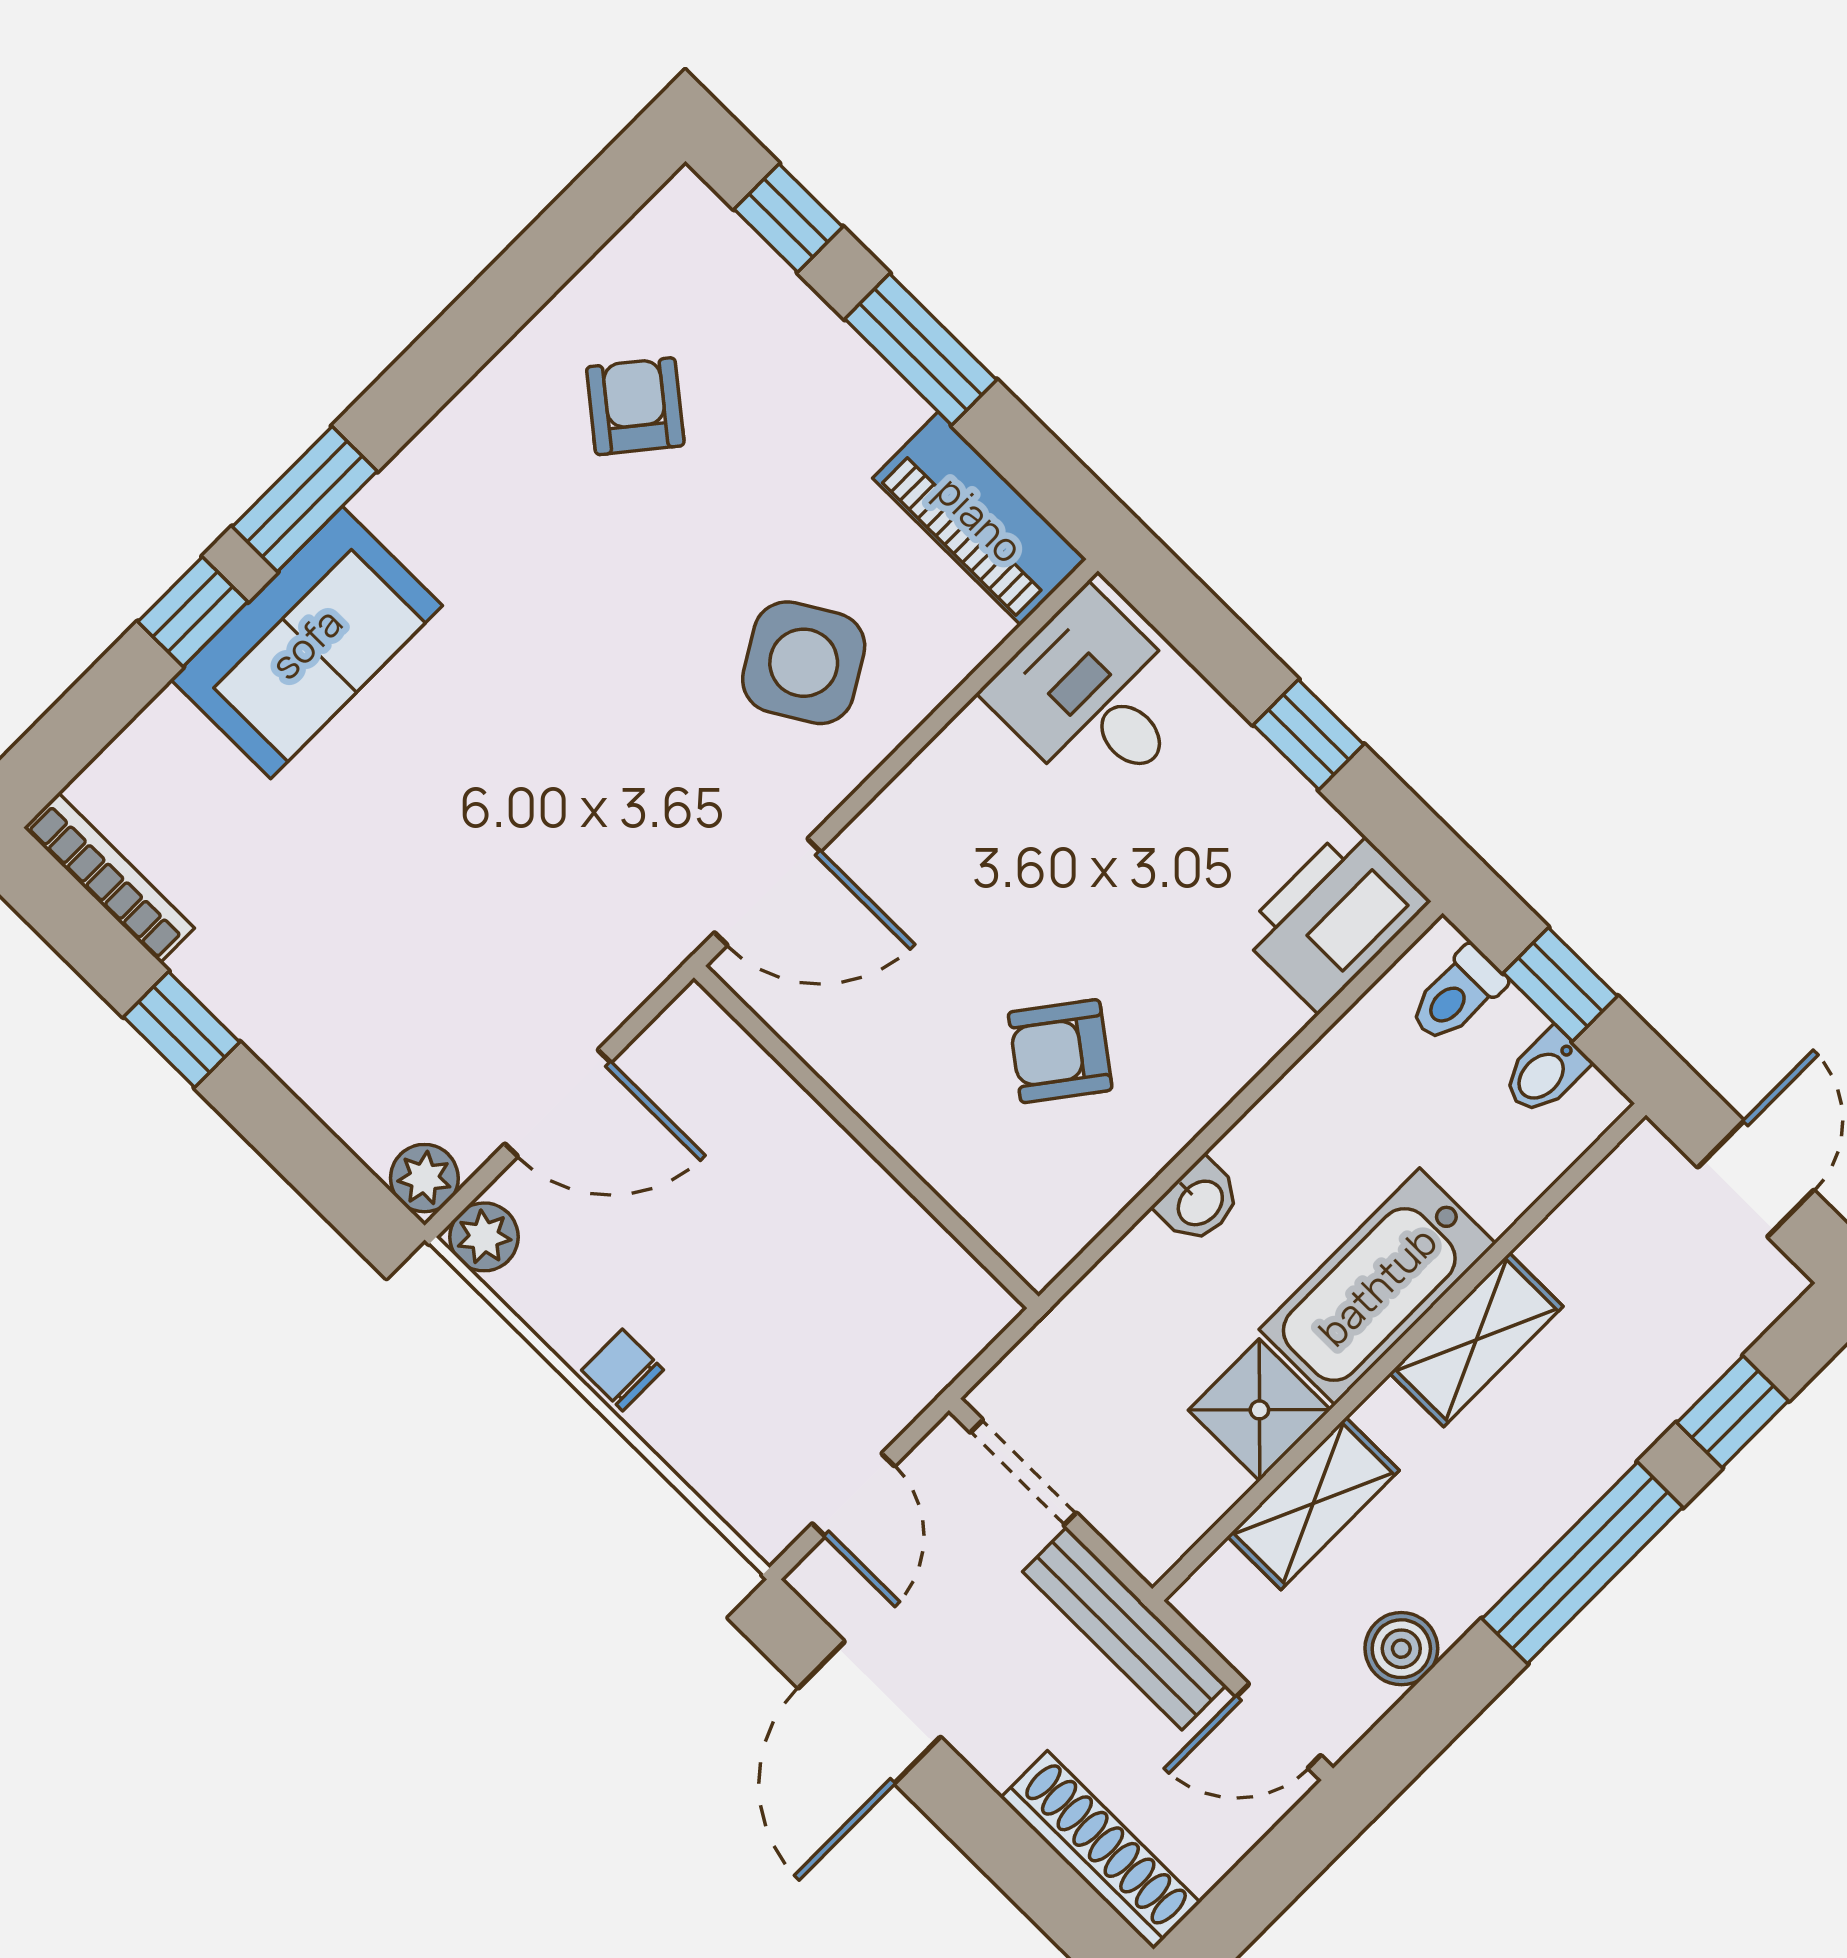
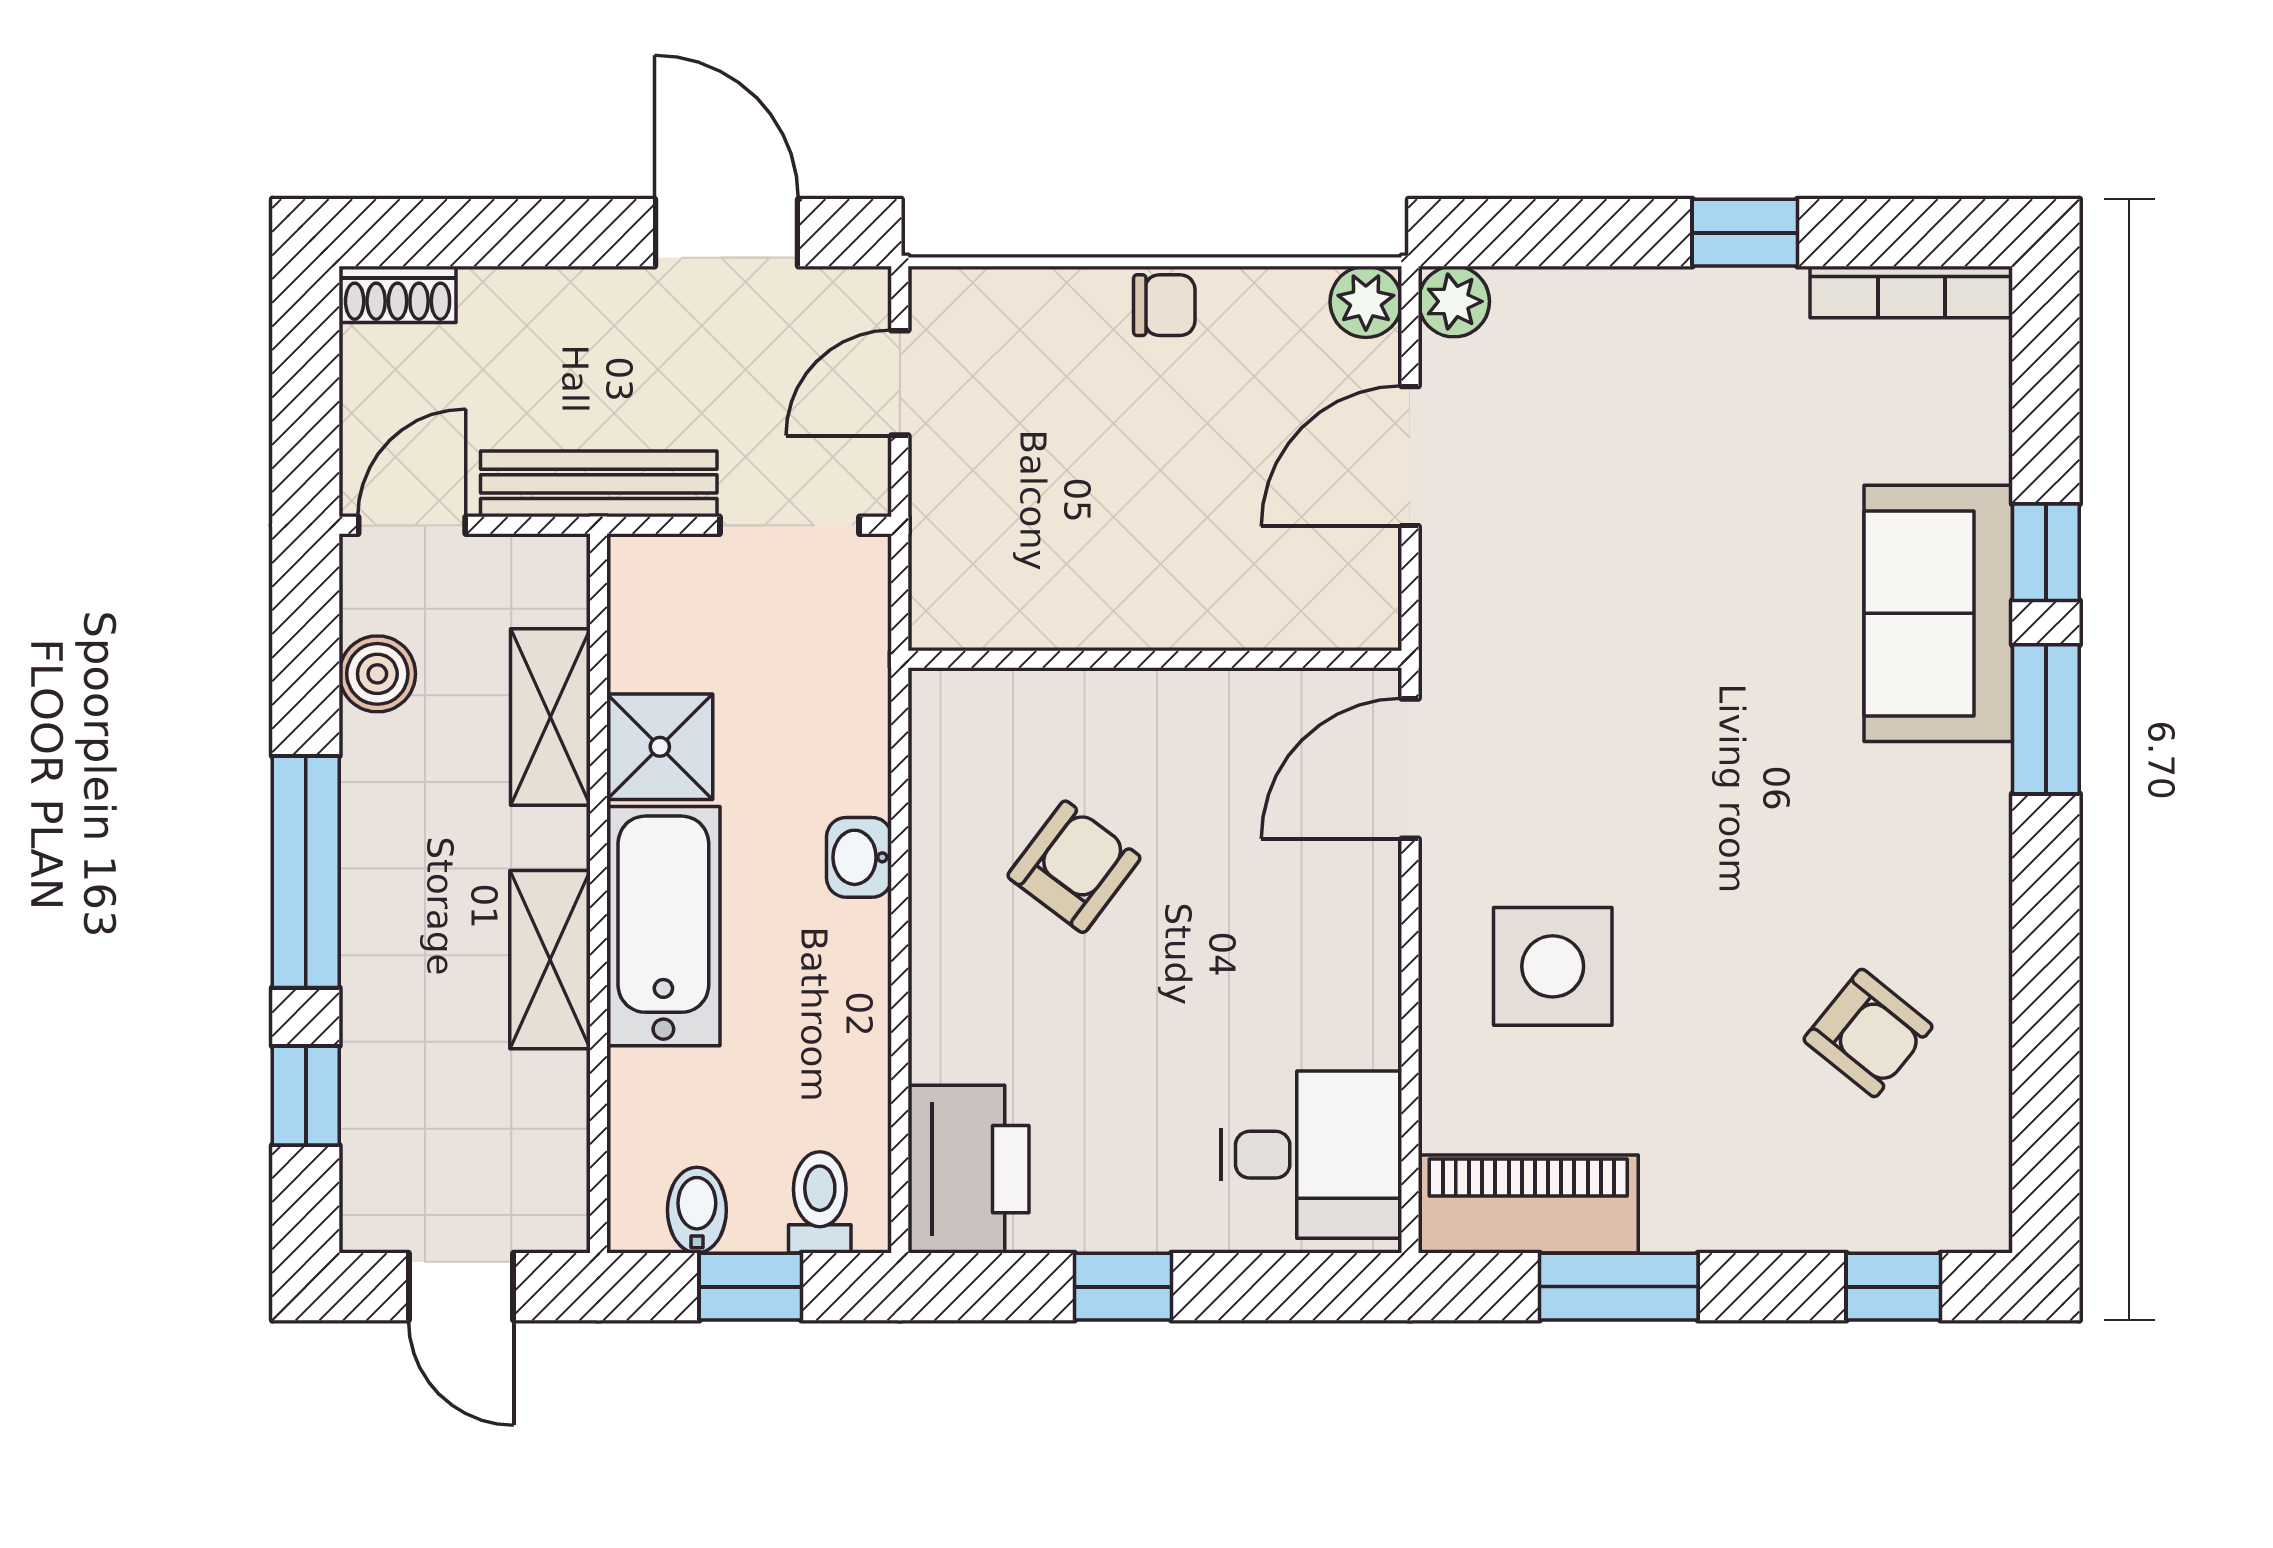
window: (921, 349) -> (1619, 1287), moved
side table: (804, 663) -> (1553, 966), turned 31
door: (853, 1495) -> (900, 383), hinge flipped
shoe rack: (1100, 1850) -> (398, 294), width x0.51, depth x0.81

